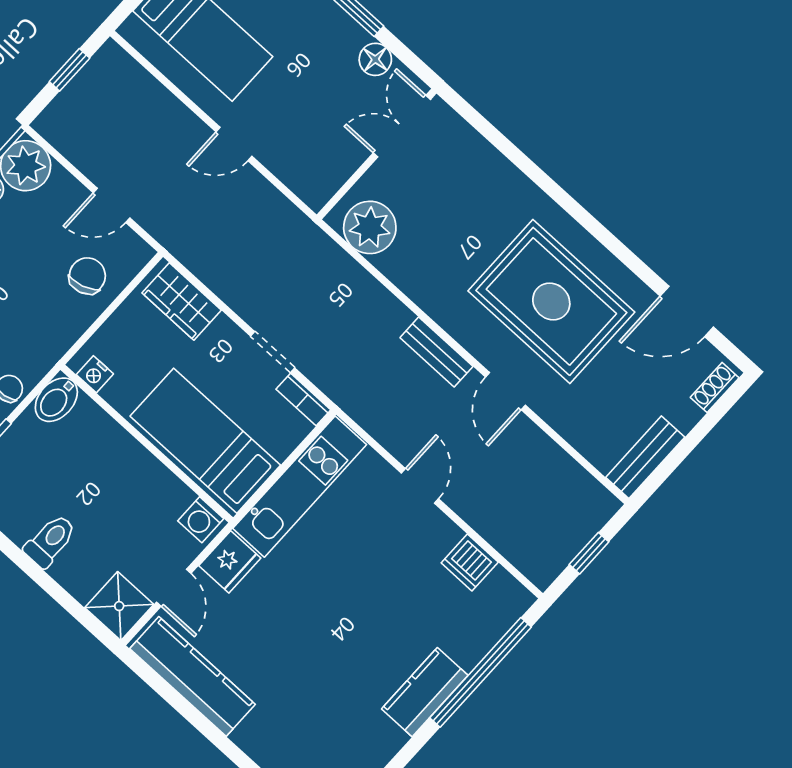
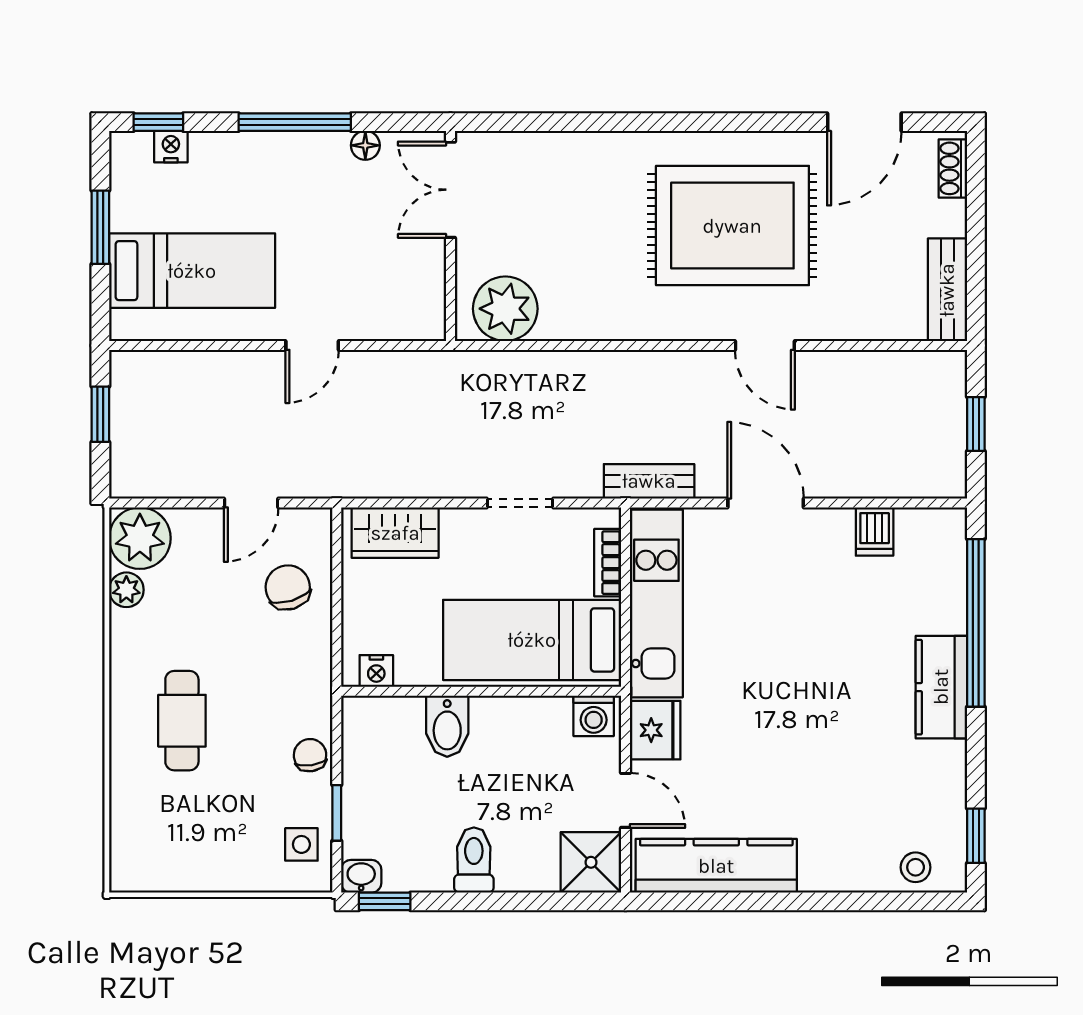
floor lamp: (375, 59) -> (365, 145), width x0.73, depth x0.73
bench: (436, 352) -> (649, 481), moved
bookcase: (303, 399) -> (608, 563), moved, turned 90
bidet: (56, 400) -> (447, 726), moved
door: (420, 486) -> (766, 503), width x1.38
dishwasher: (470, 562) -> (875, 532), width x0.73

